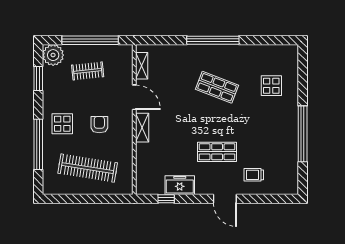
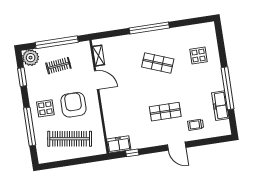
armchair: (99, 125) -> (73, 105), width x1.88, depth x1.88
shelving: (142, 128) -> (106, 102), removed
freezer: (290, 155) -> (220, 106), added
freezer: (180, 185) -> (119, 144), moved

